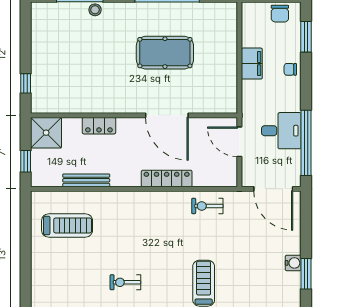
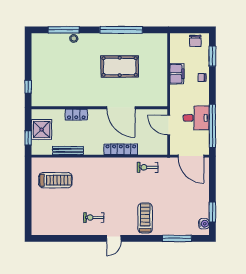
shower: (46, 133) -> (42, 130), moved
water cooler: (293, 263) -> (204, 224), moved

